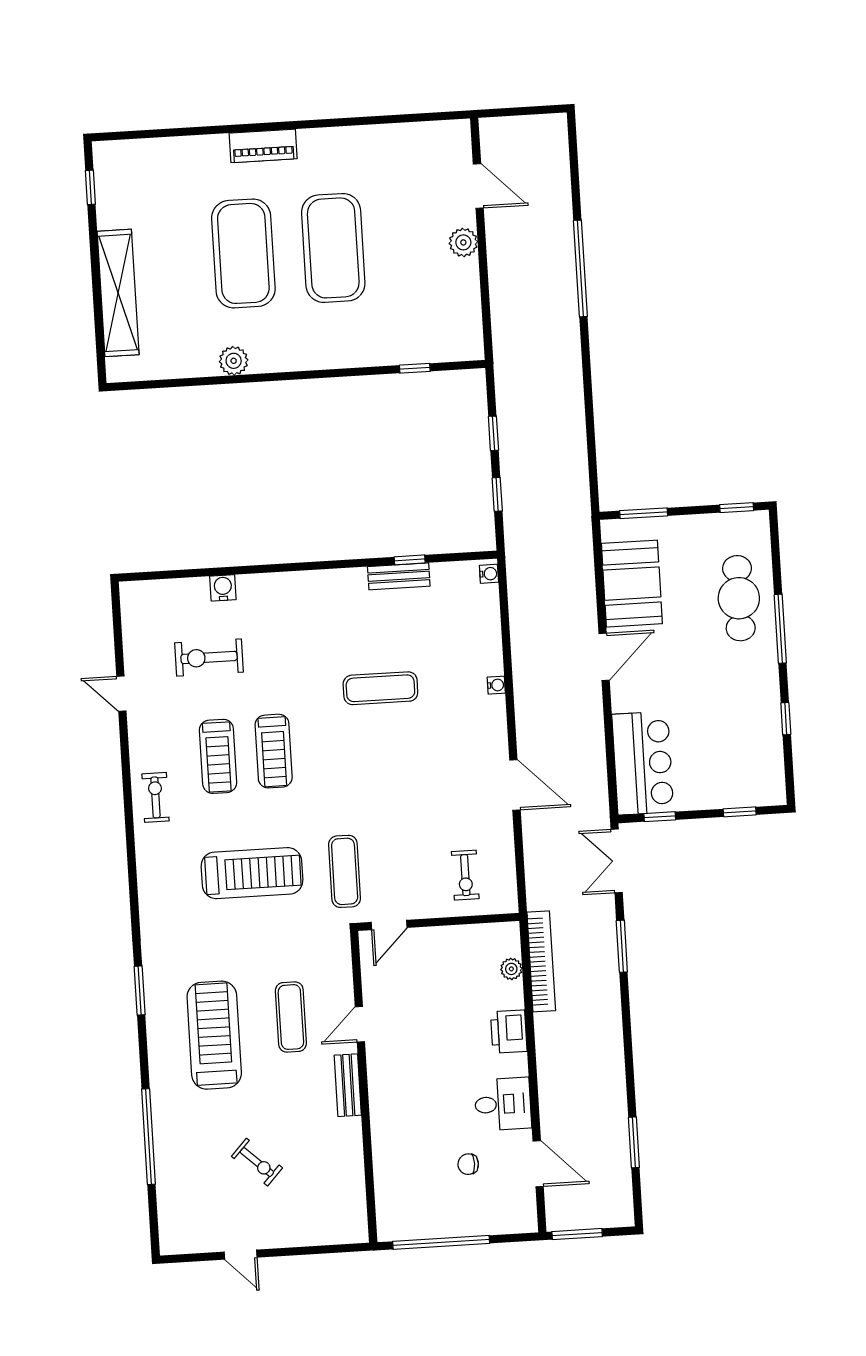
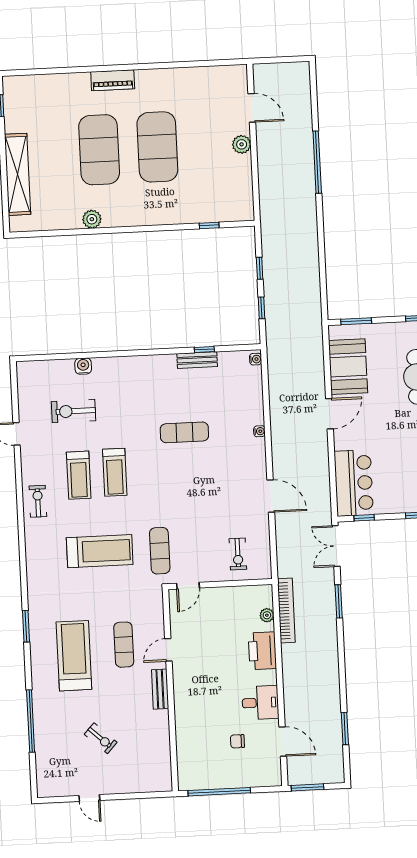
printer: (509, 1032) -> (262, 651), width x1.37, depth x1.19

